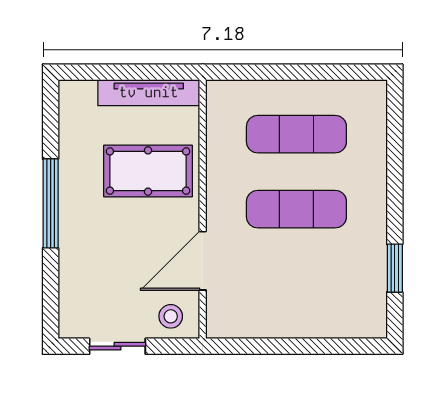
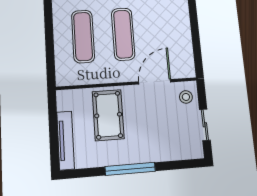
tv unit: (149, 93) -> (66, 140), moved
door: (203, 261) -> (155, 82), swing flipped

